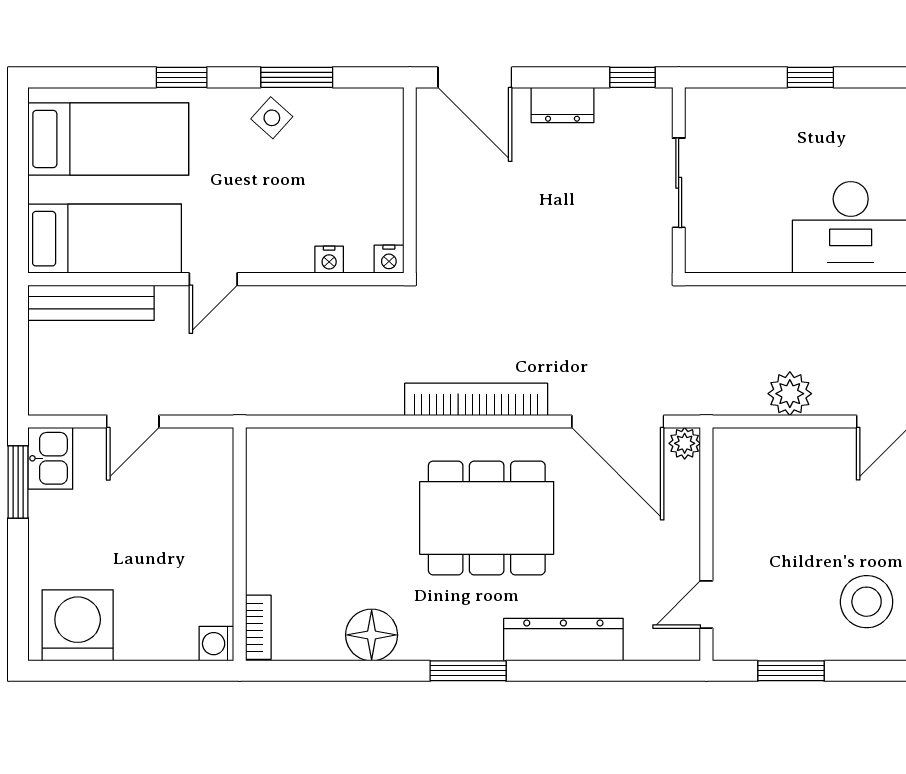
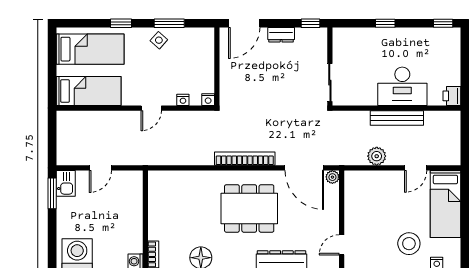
door: (475, 77) -> (244, 23), hinge flipped
sliding door: (679, 183) -> (330, 83), moved
door: (213, 279) -> (151, 108), moved
bench: (91, 303) -> (397, 118), moved

